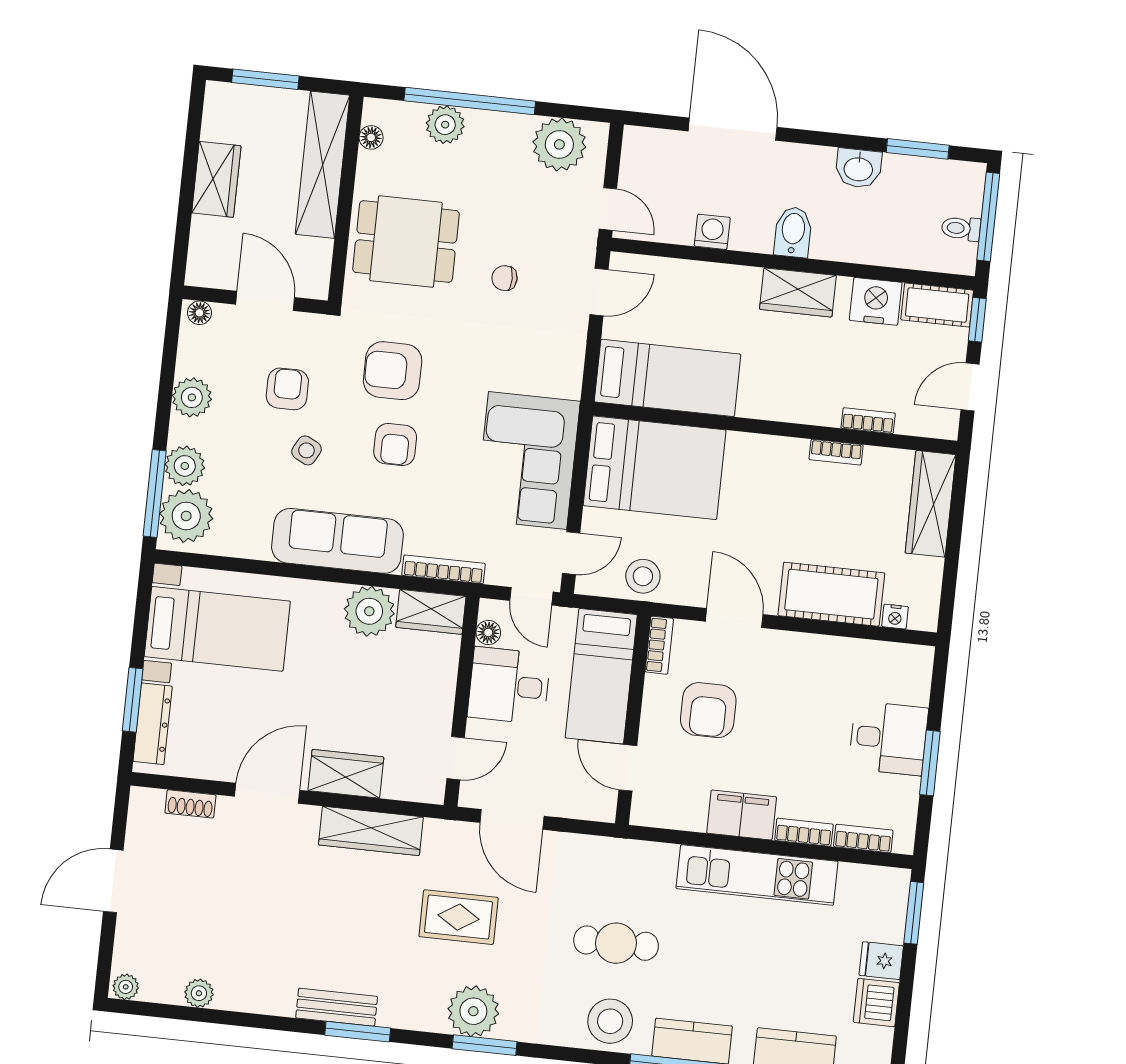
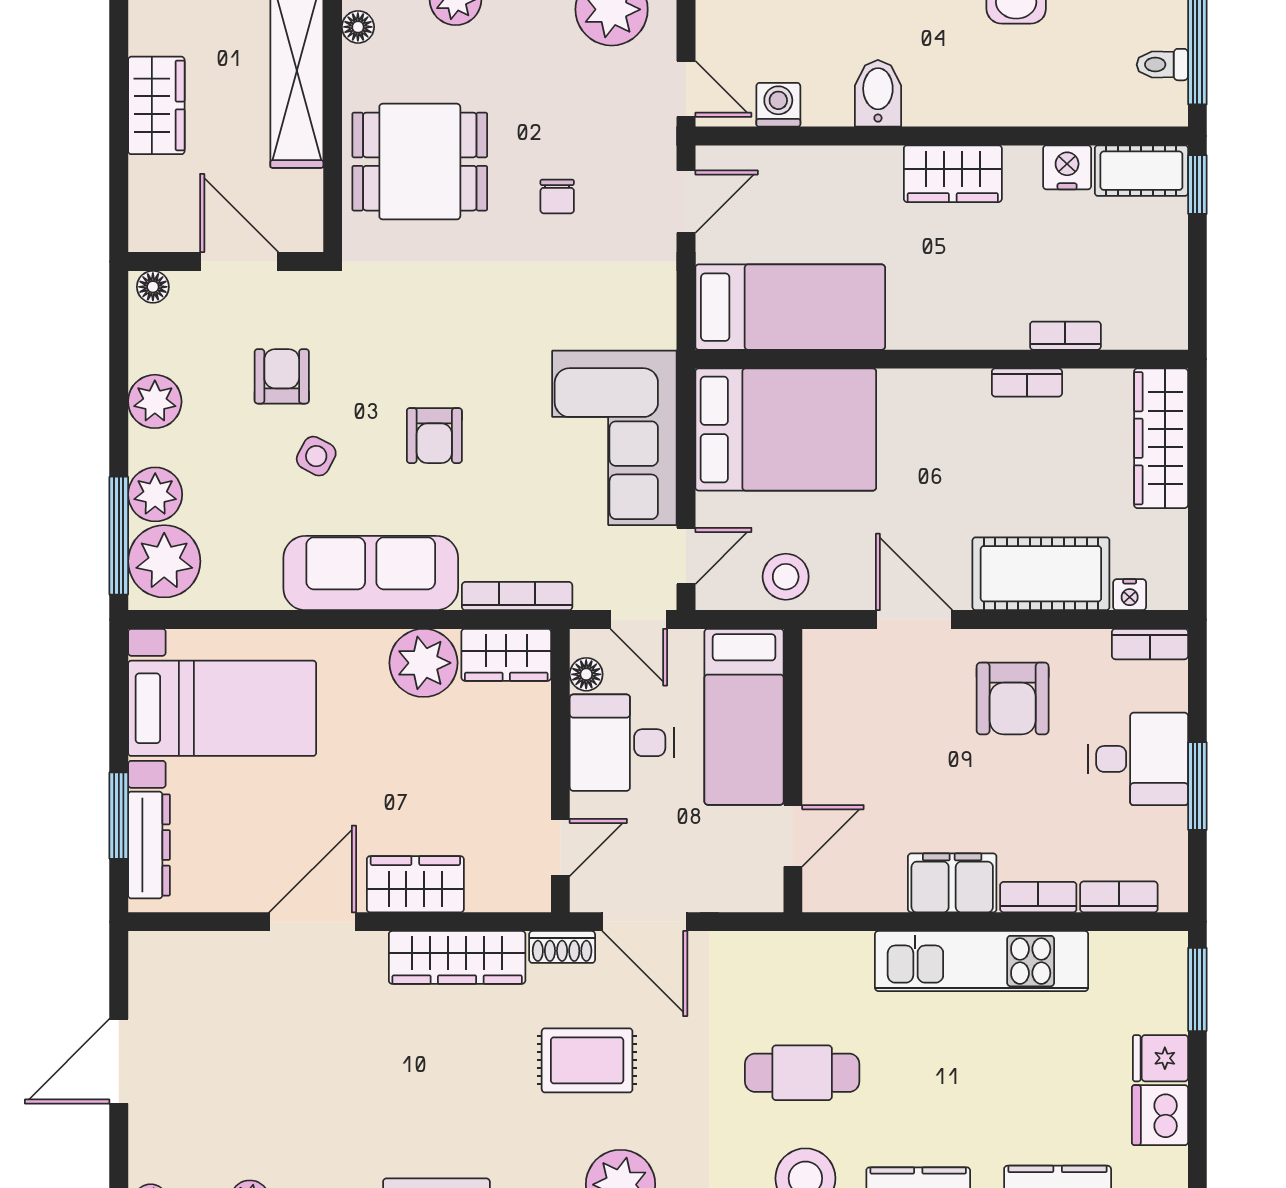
washing machine: (712, 232) -> (778, 105), moved
bidet: (793, 232) -> (878, 93), moved
chair: (505, 278) -> (557, 197), turned -90
nightstand: (876, 301) -> (1067, 167), width x0.74, depth x0.75
armchair: (393, 371) -> (420, 337), removed
door: (970, 387) -> (1197, 276), removed
bookcase: (659, 645) -> (1150, 644), moved, turned 90
armchair: (708, 710) -> (1013, 698), moved
door: (628, 768) -> (793, 836), swing flipped
shoe rack: (190, 804) -> (562, 947), moved

